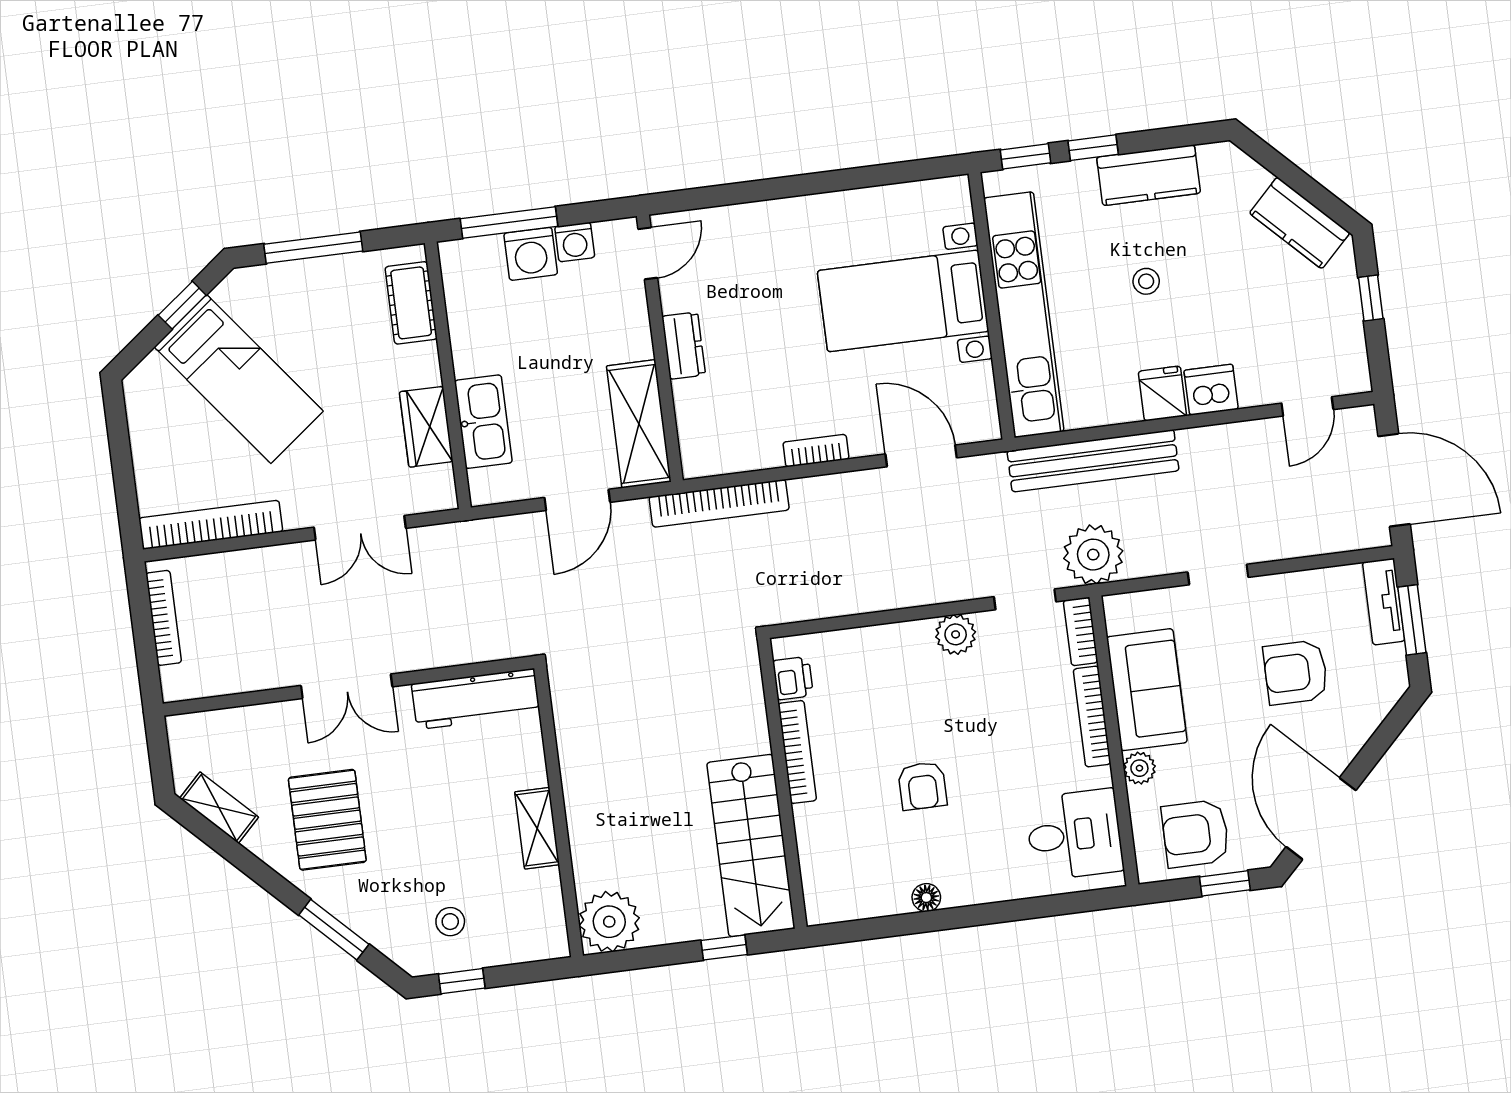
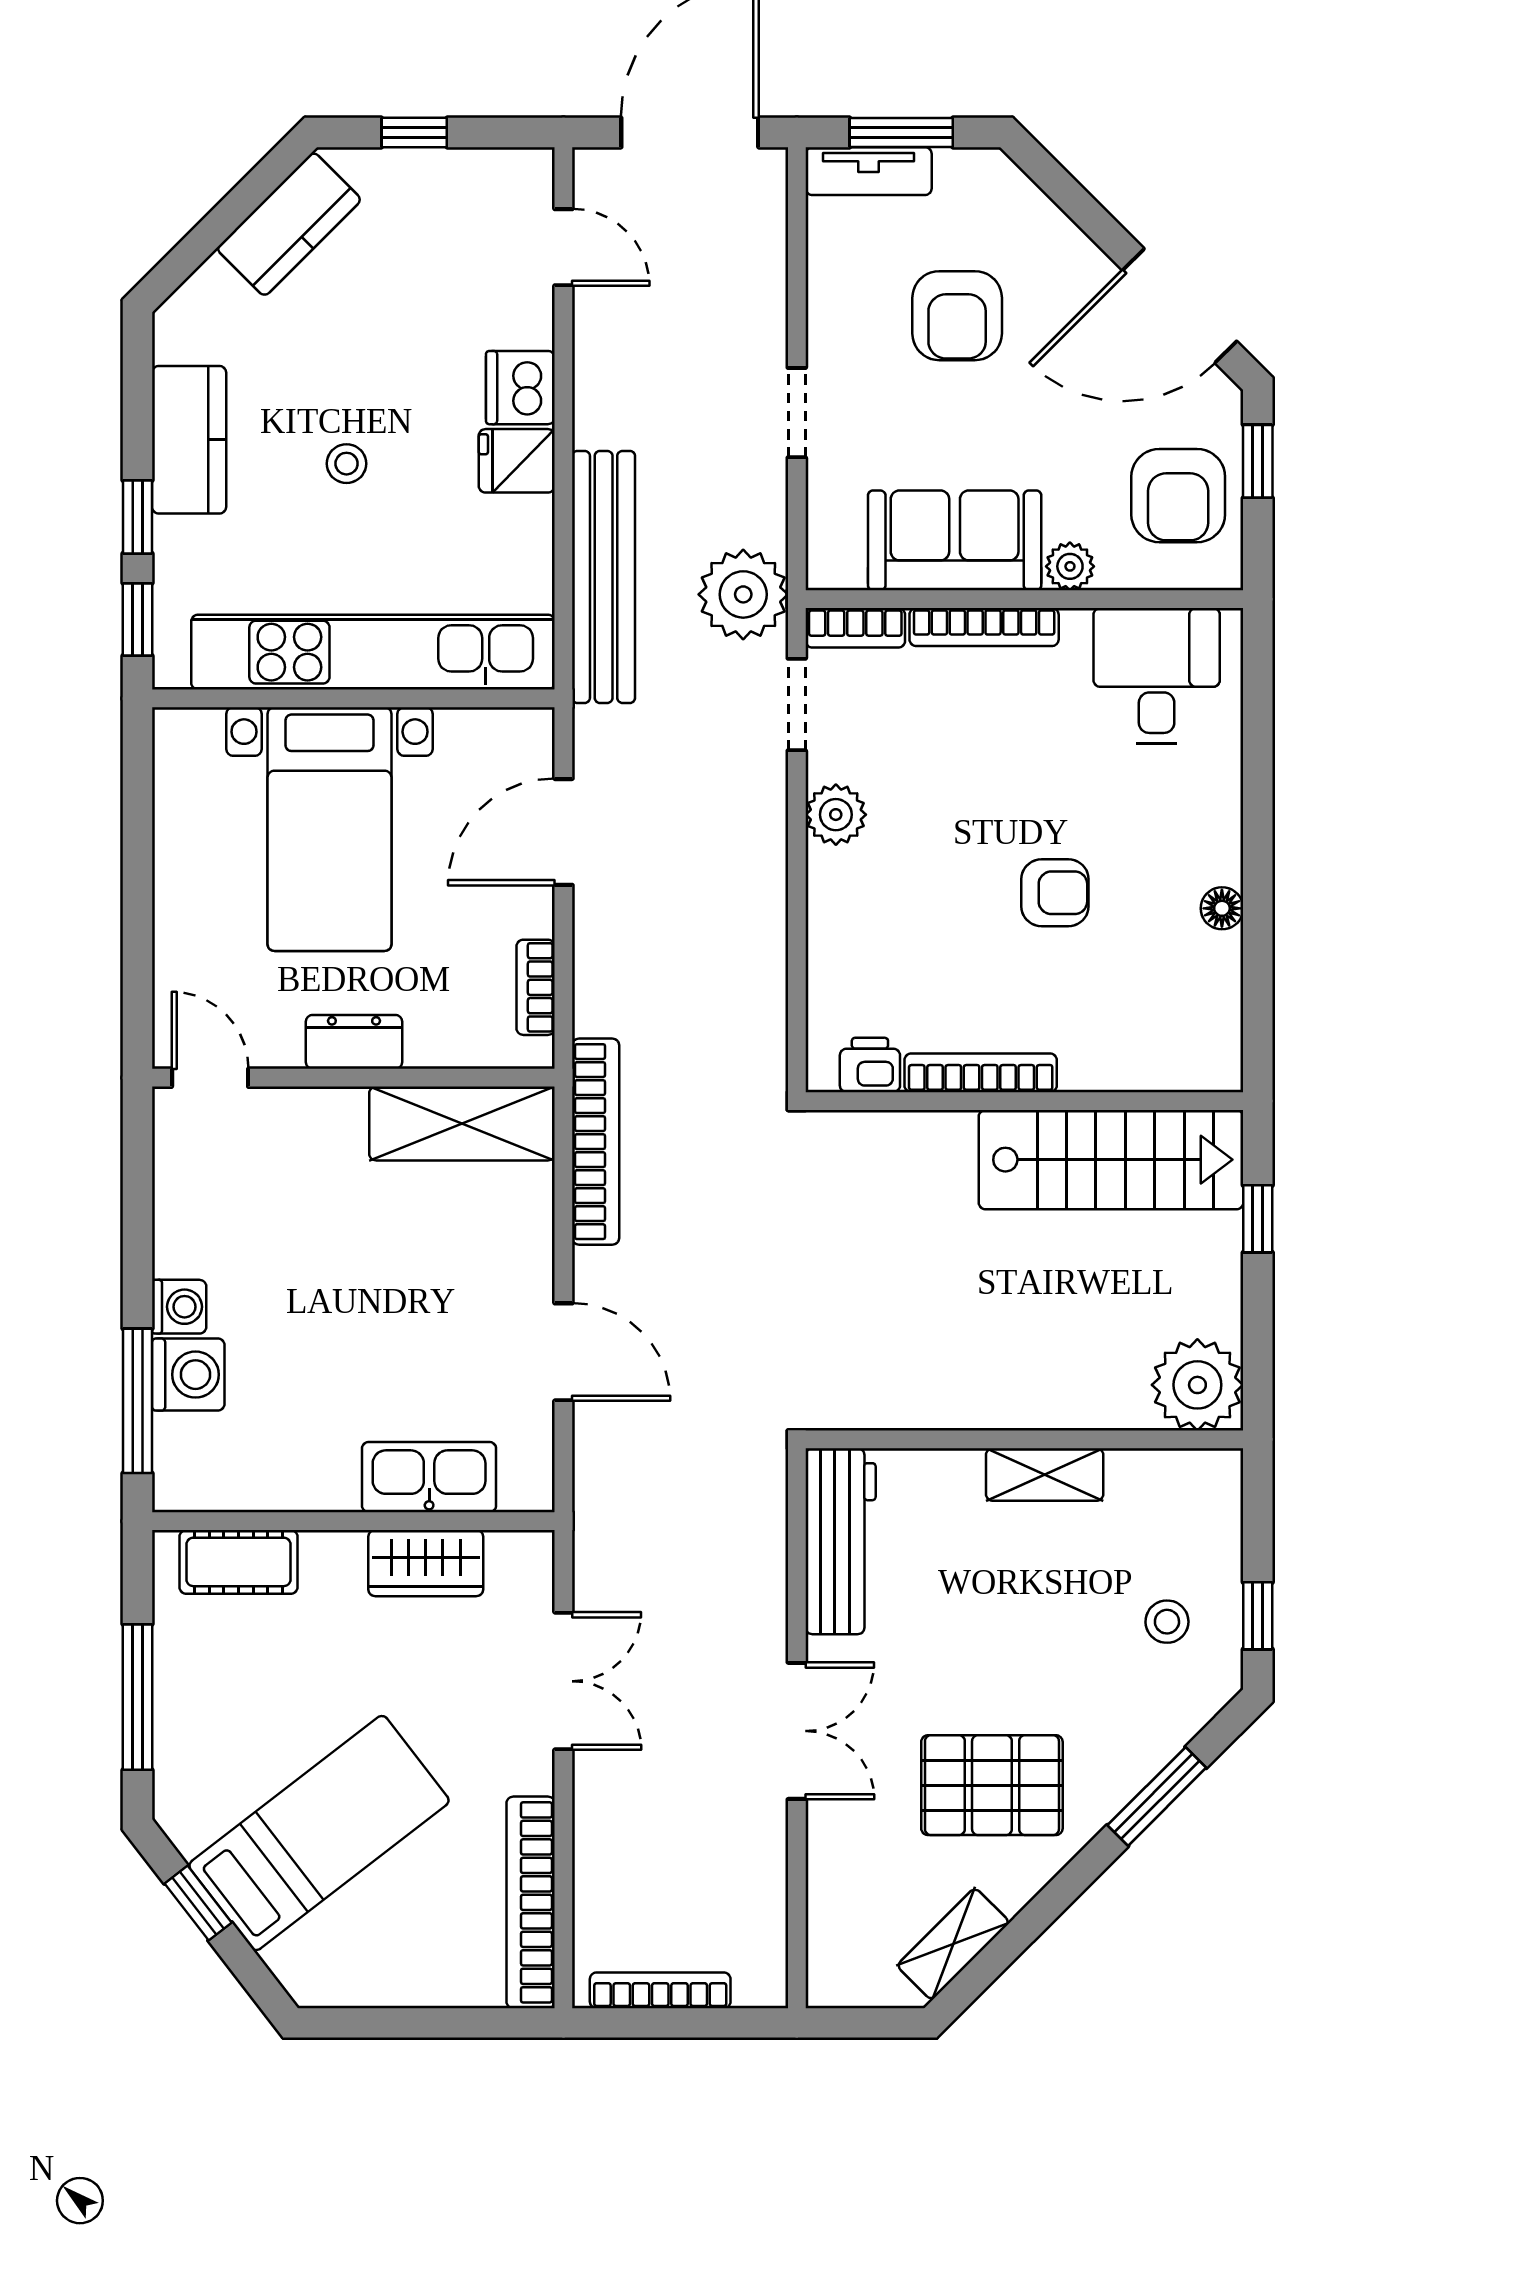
door: (648, 253) -> (210, 1078), moved
dresser: (684, 346) -> (354, 1042), moved
wall: (660, 348) -> (353, 1078), moved
shelving: (639, 424) -> (462, 1123), moved

